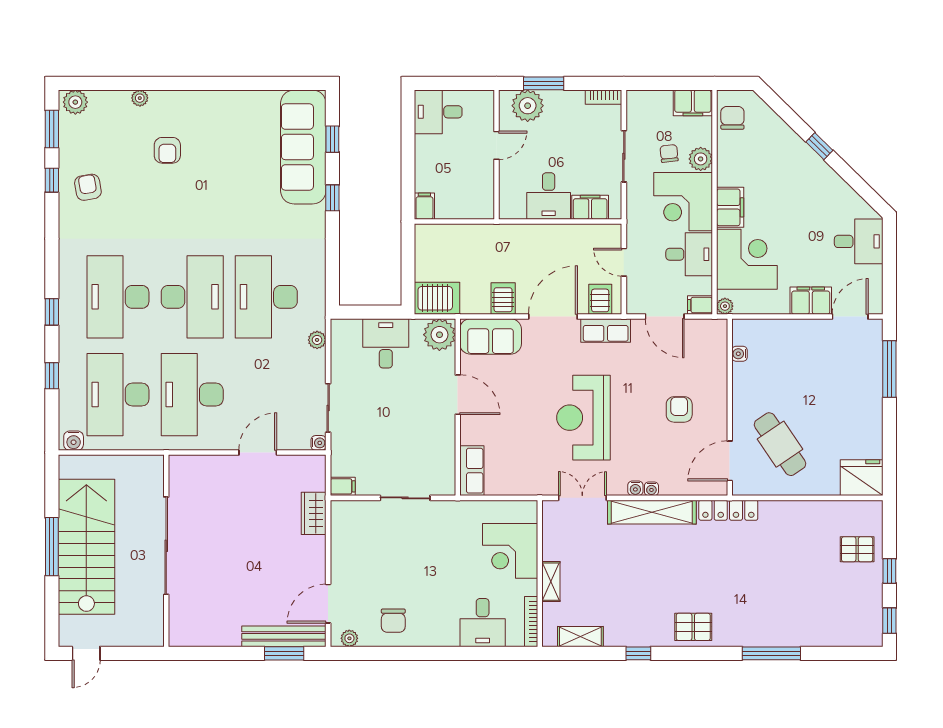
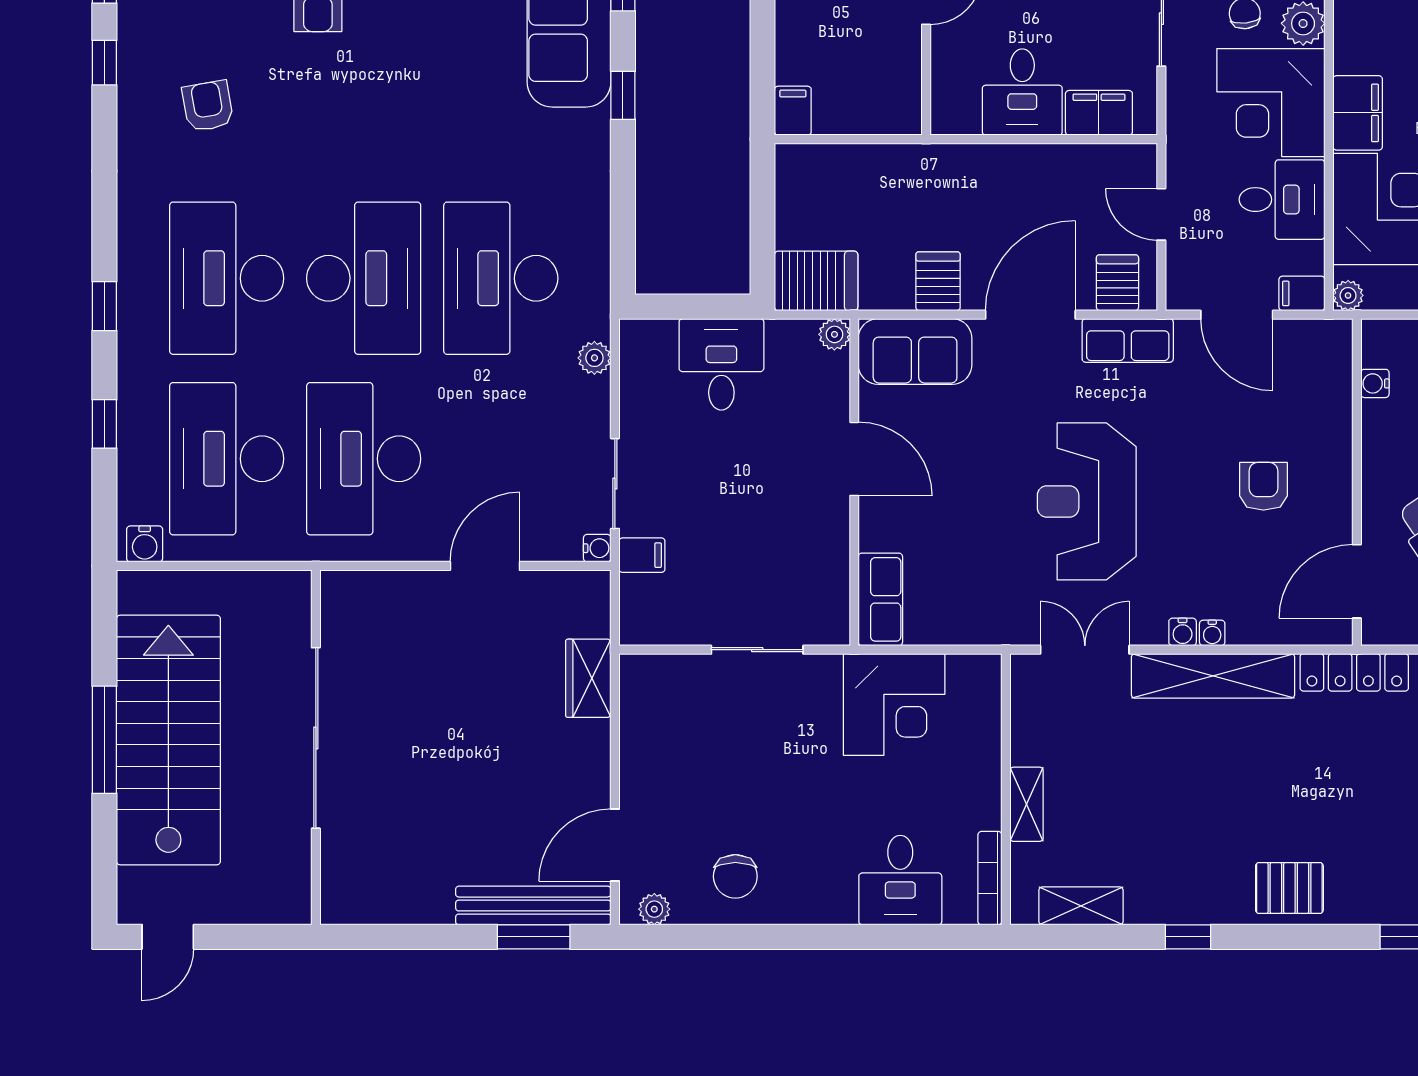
armchair: (88, 187) -> (208, 106), moved
plant: (439, 335) -> (834, 334), width x0.53, depth x0.53
filing cabinet: (343, 486) -> (642, 555), moved
corner desk: (510, 551) -> (894, 704), moved, turned -90

